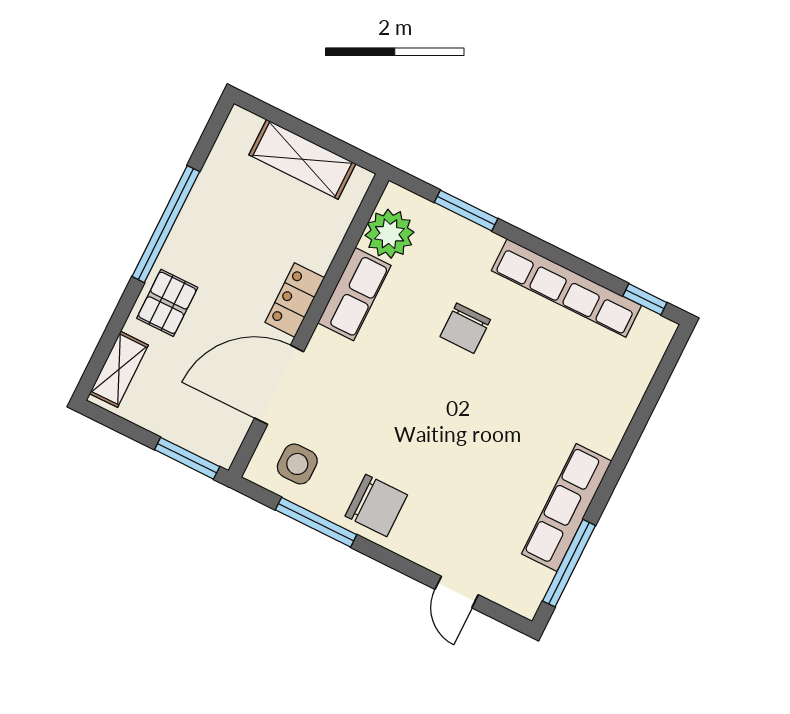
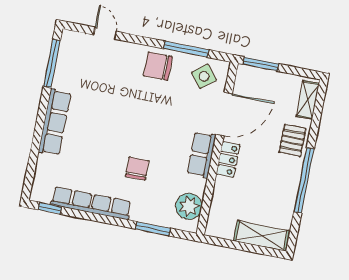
shelving: (302, 159) -> (261, 236), moved
row of seats: (354, 294) -> (202, 155), moved
side table: (297, 464) -> (204, 76), turned -38
row of seats: (567, 507) -> (55, 122), moved

